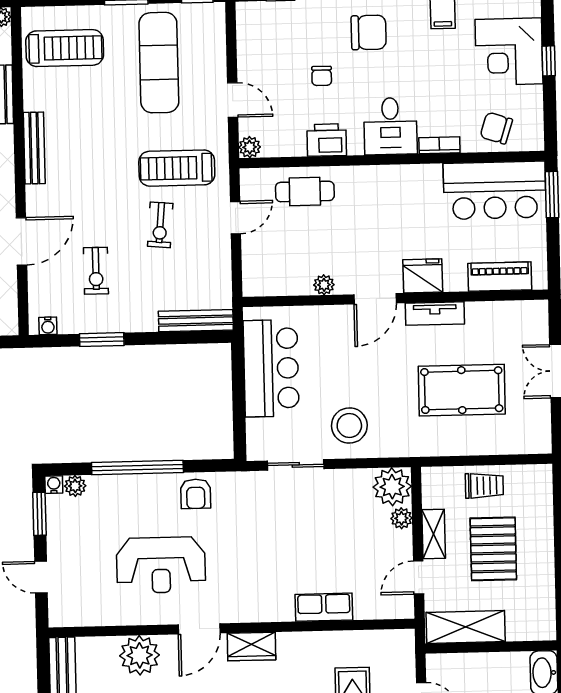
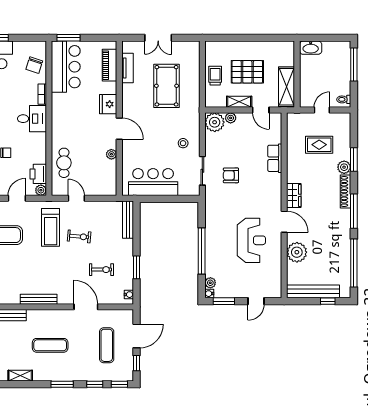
printer: (327, 140) -> (38, 174), moved
tv unit: (435, 314) -> (127, 68), moved
stool: (349, 425) -> (183, 143), width x0.53, depth x0.53
armchair: (196, 494) -> (231, 175), moved, turned 180

